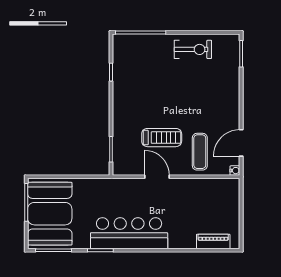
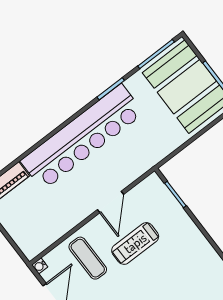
door: (157, 177) -> (110, 202), hinge flipped
bar counter: (129, 233) -> (82, 137), width x1.36

